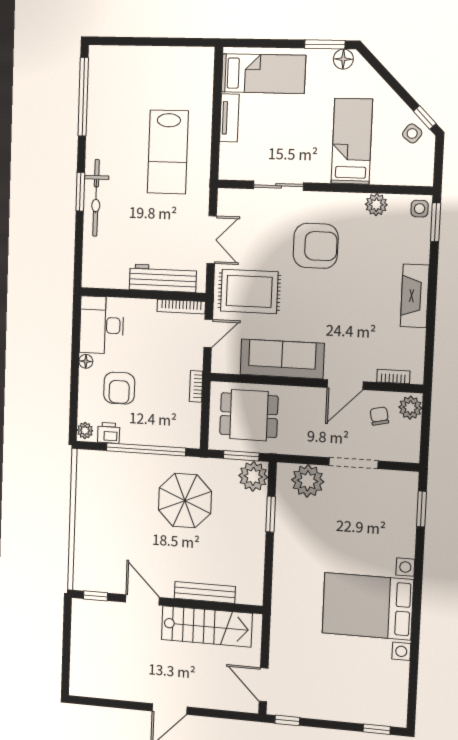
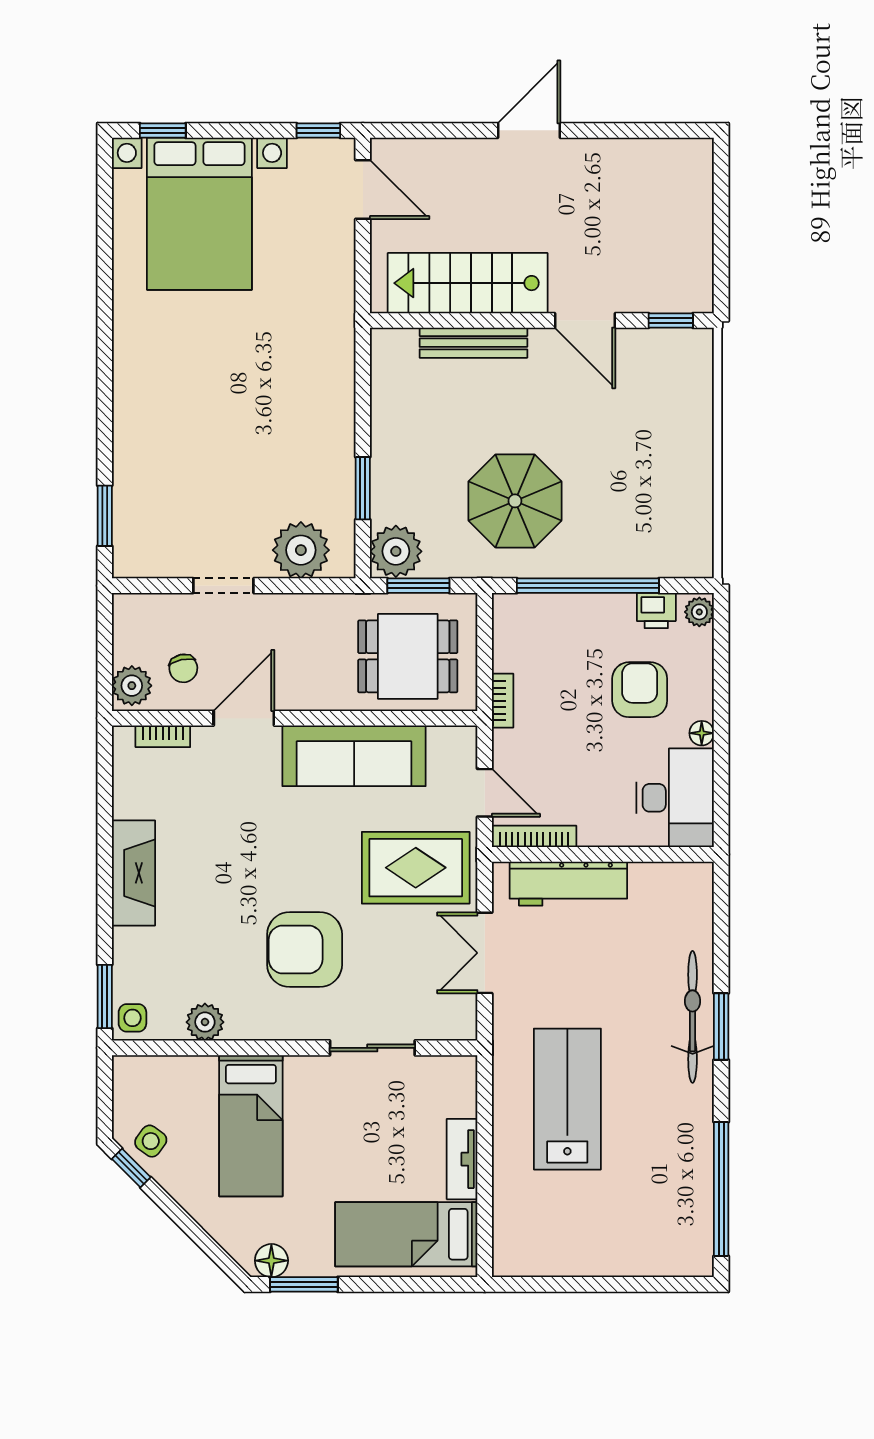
door: (208, 333) -> (485, 793), swing flipped
doorway: (354, 463) -> (223, 586), width x0.73
bed with nightstands: (368, 606) -> (199, 214), moved, turned 90

